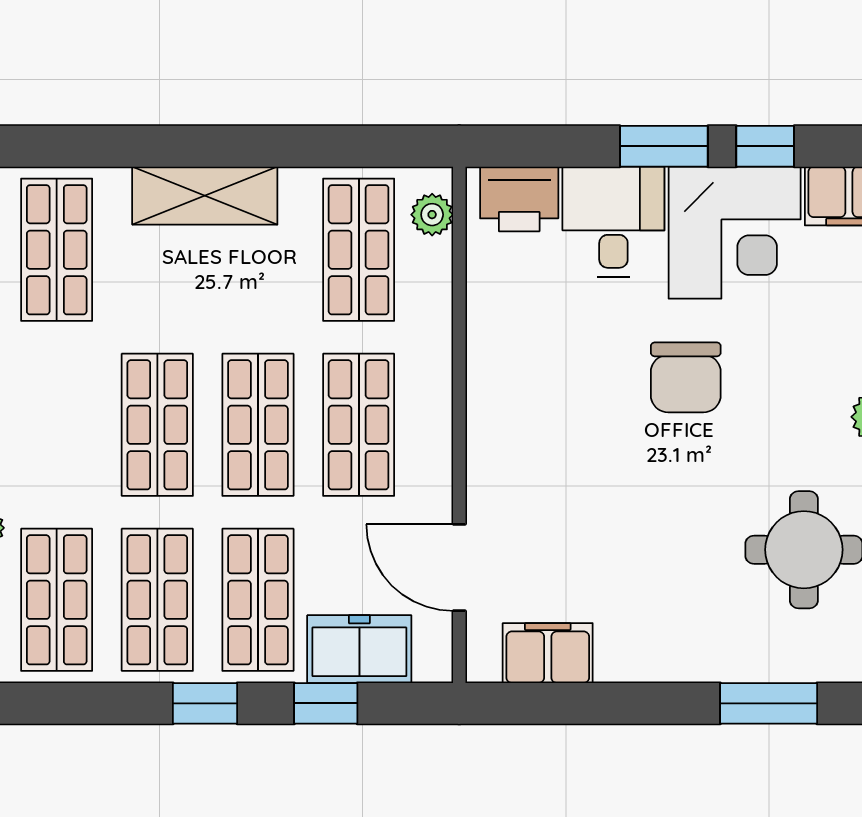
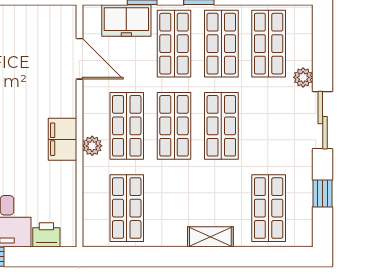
shelving: (205, 196) -> (210, 237), width x0.67, depth x0.75
printer: (519, 199) -> (46, 235), width x0.73, depth x0.81
plant: (432, 215) -> (92, 146), moved
filing cabinet: (548, 653) -> (62, 139), moved, turned 90

